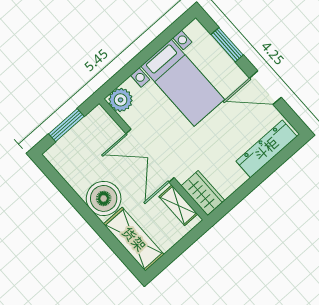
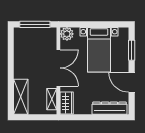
window: (66, 125) -> (35, 24), width x1.44
double door: (150, 156) -> (58, 68), swing flipped
boiler: (104, 198) -> (23, 69), removed

